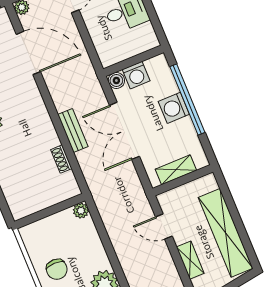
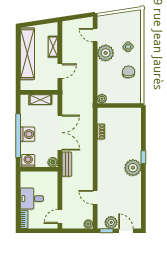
door: (28, 53) -> (95, 197), width x0.53
washing machine: (136, 75) -> (28, 161), moved
bench: (73, 130) -> (67, 164), moved
door: (164, 226) -> (60, 71), hinge flipped

